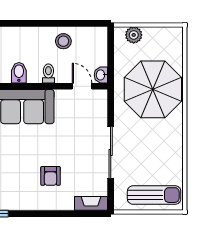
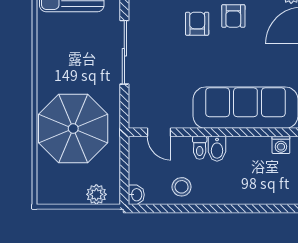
bidet: (19, 73) -> (217, 149), moved
washbasin: (101, 75) -> (136, 195), moved
armchair: (21, 182) -> (233, 16), added

